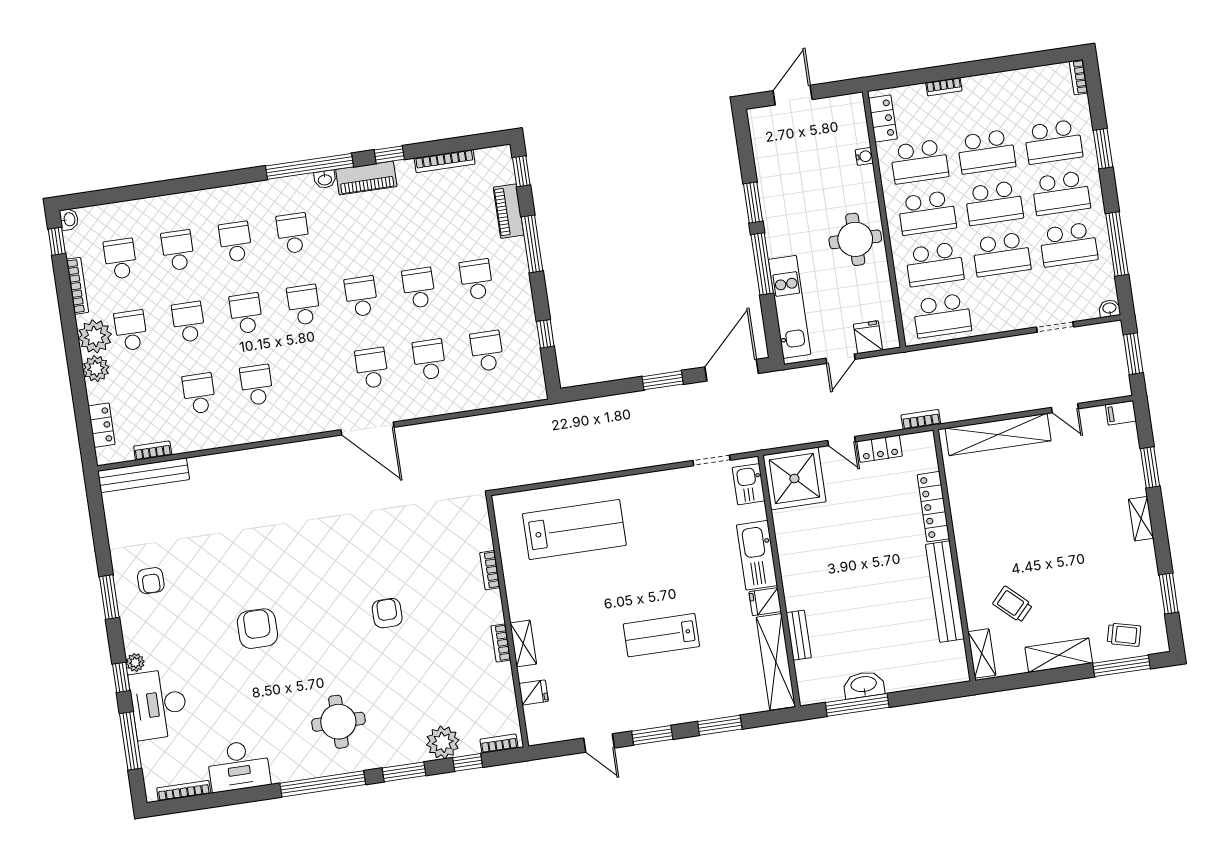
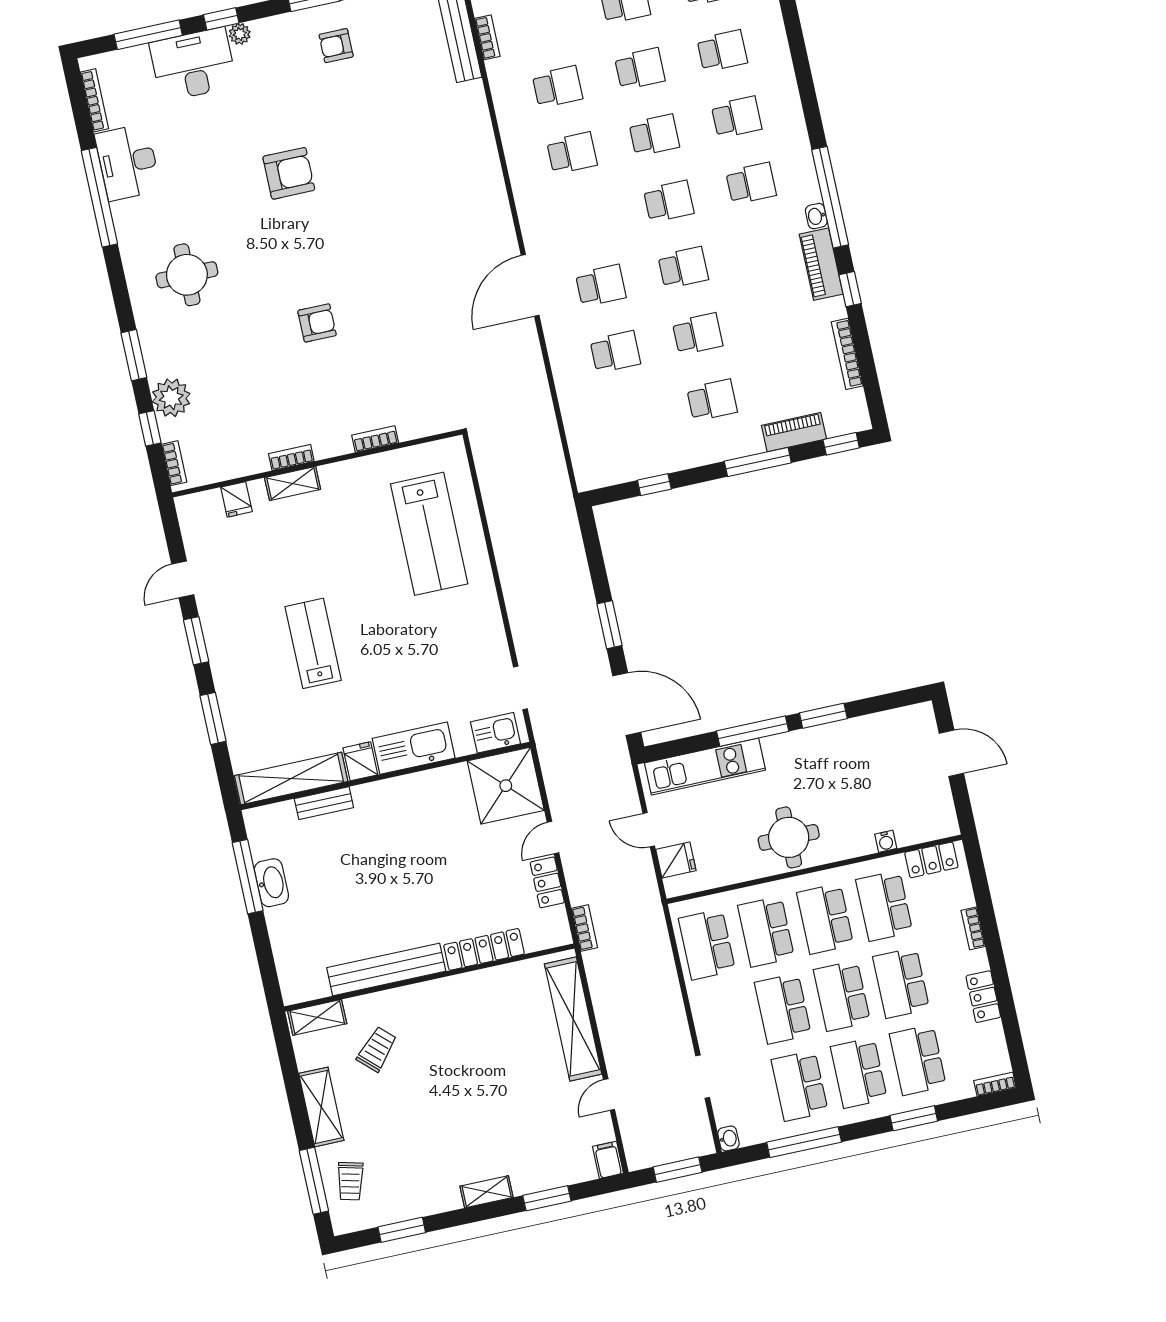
locker: (1003, 82) -> (983, 997), added
school desk: (487, 351) -> (630, 418), removed
window: (323, 784) -> (99, 197), moved

